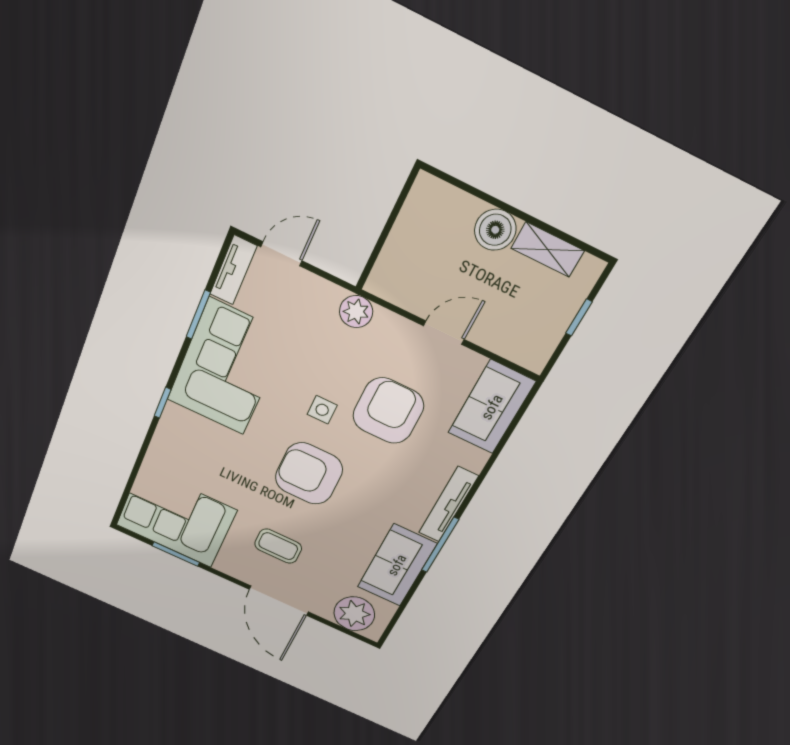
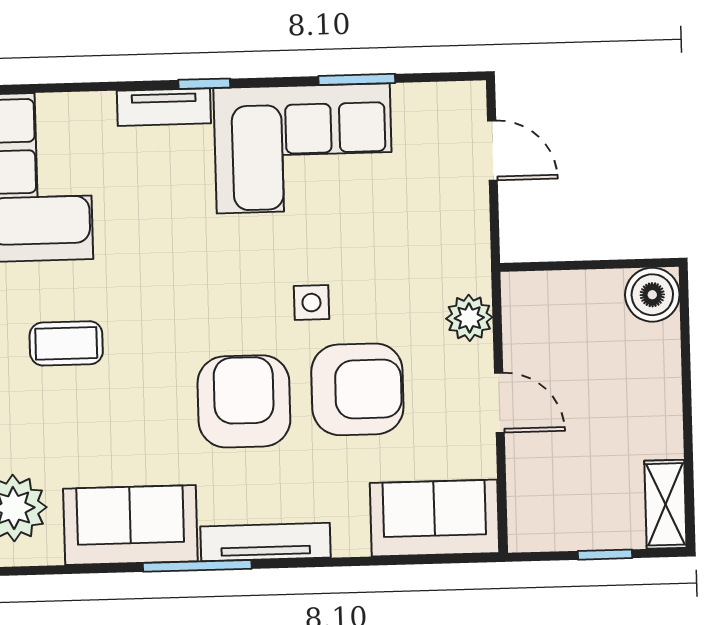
boiler: (495, 230) -> (652, 295), moved
shelving: (548, 250) -> (665, 504), moved
tv unit: (233, 270) -> (164, 107), moved
plant: (356, 312) -> (469, 318), moved
armchair: (309, 474) -> (244, 401), moved
coffee table: (278, 546) -> (66, 343), turned 90

